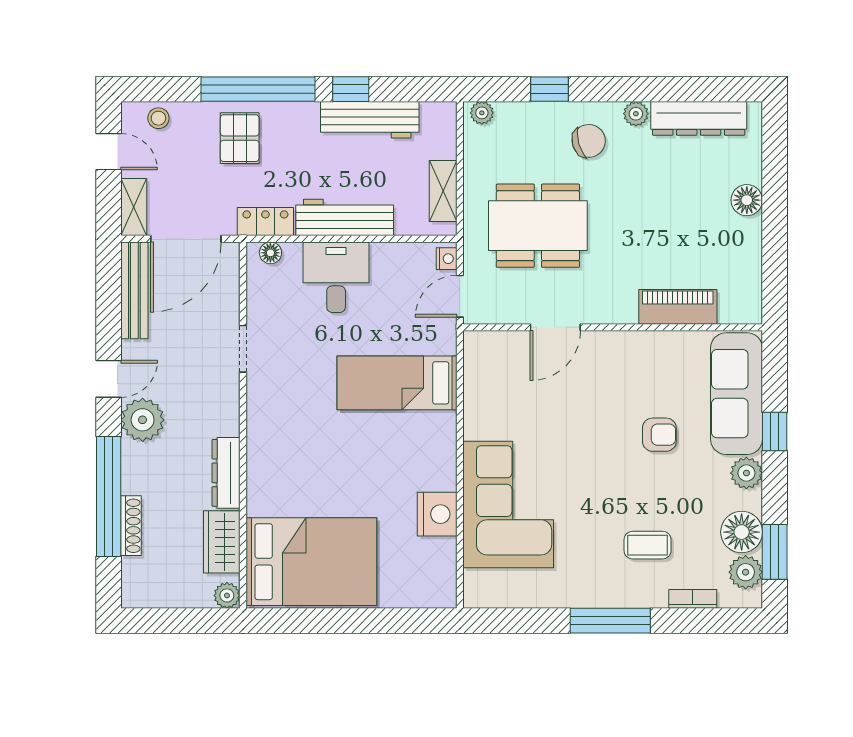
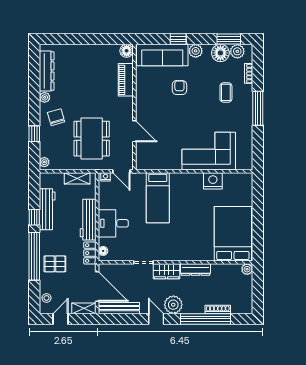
floor lamp: (747, 200) -> (127, 51), moved
wardrobe: (222, 542) -> (166, 271), moved

